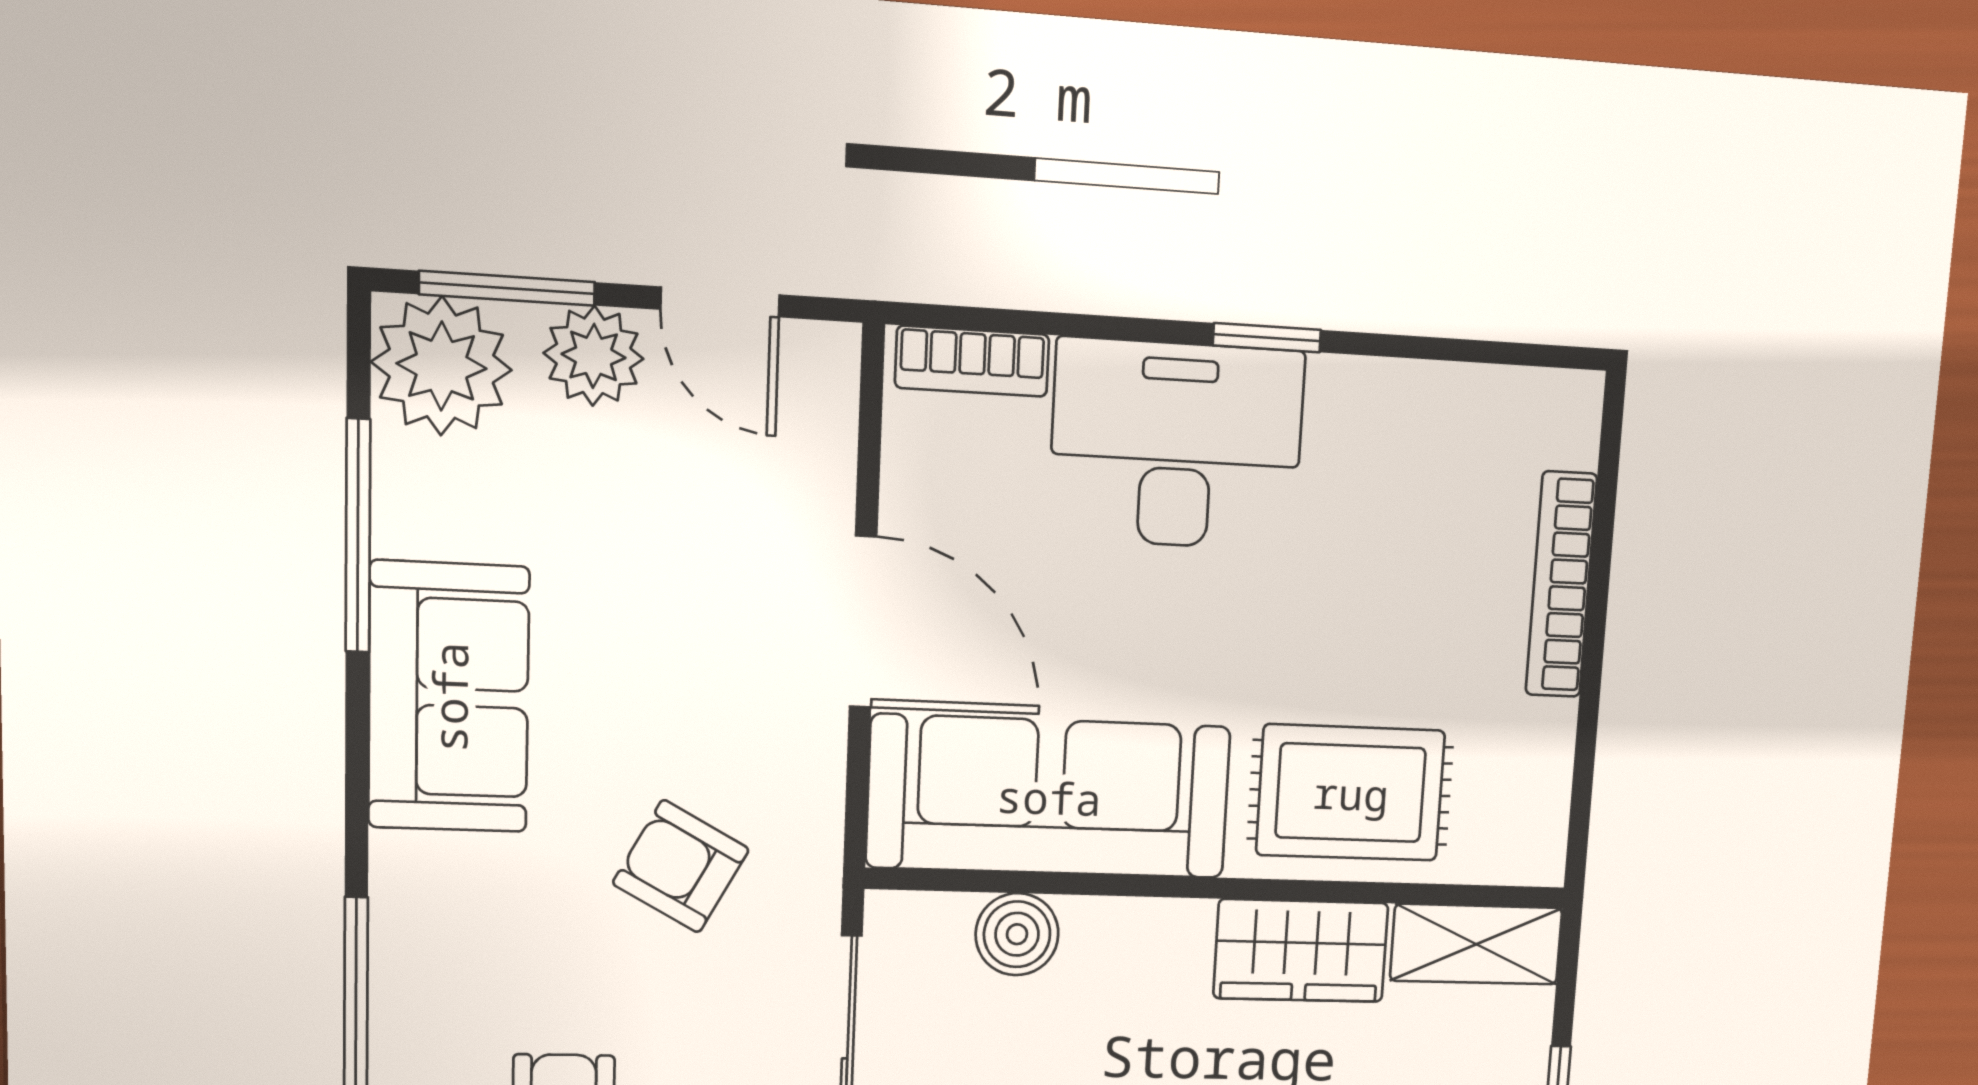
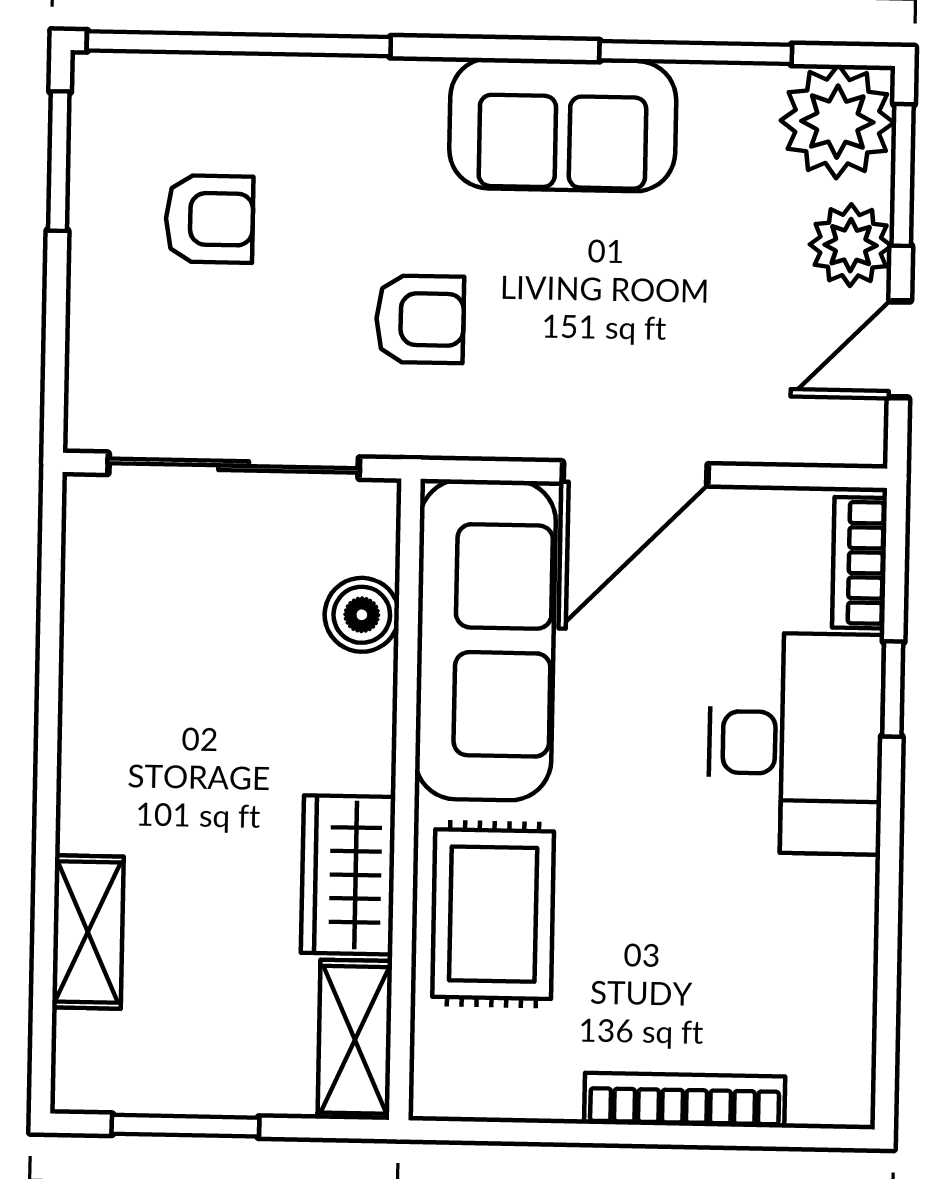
window: (1267, 338) -> (893, 689), moved
armchair: (681, 866) -> (420, 319), turned 61

